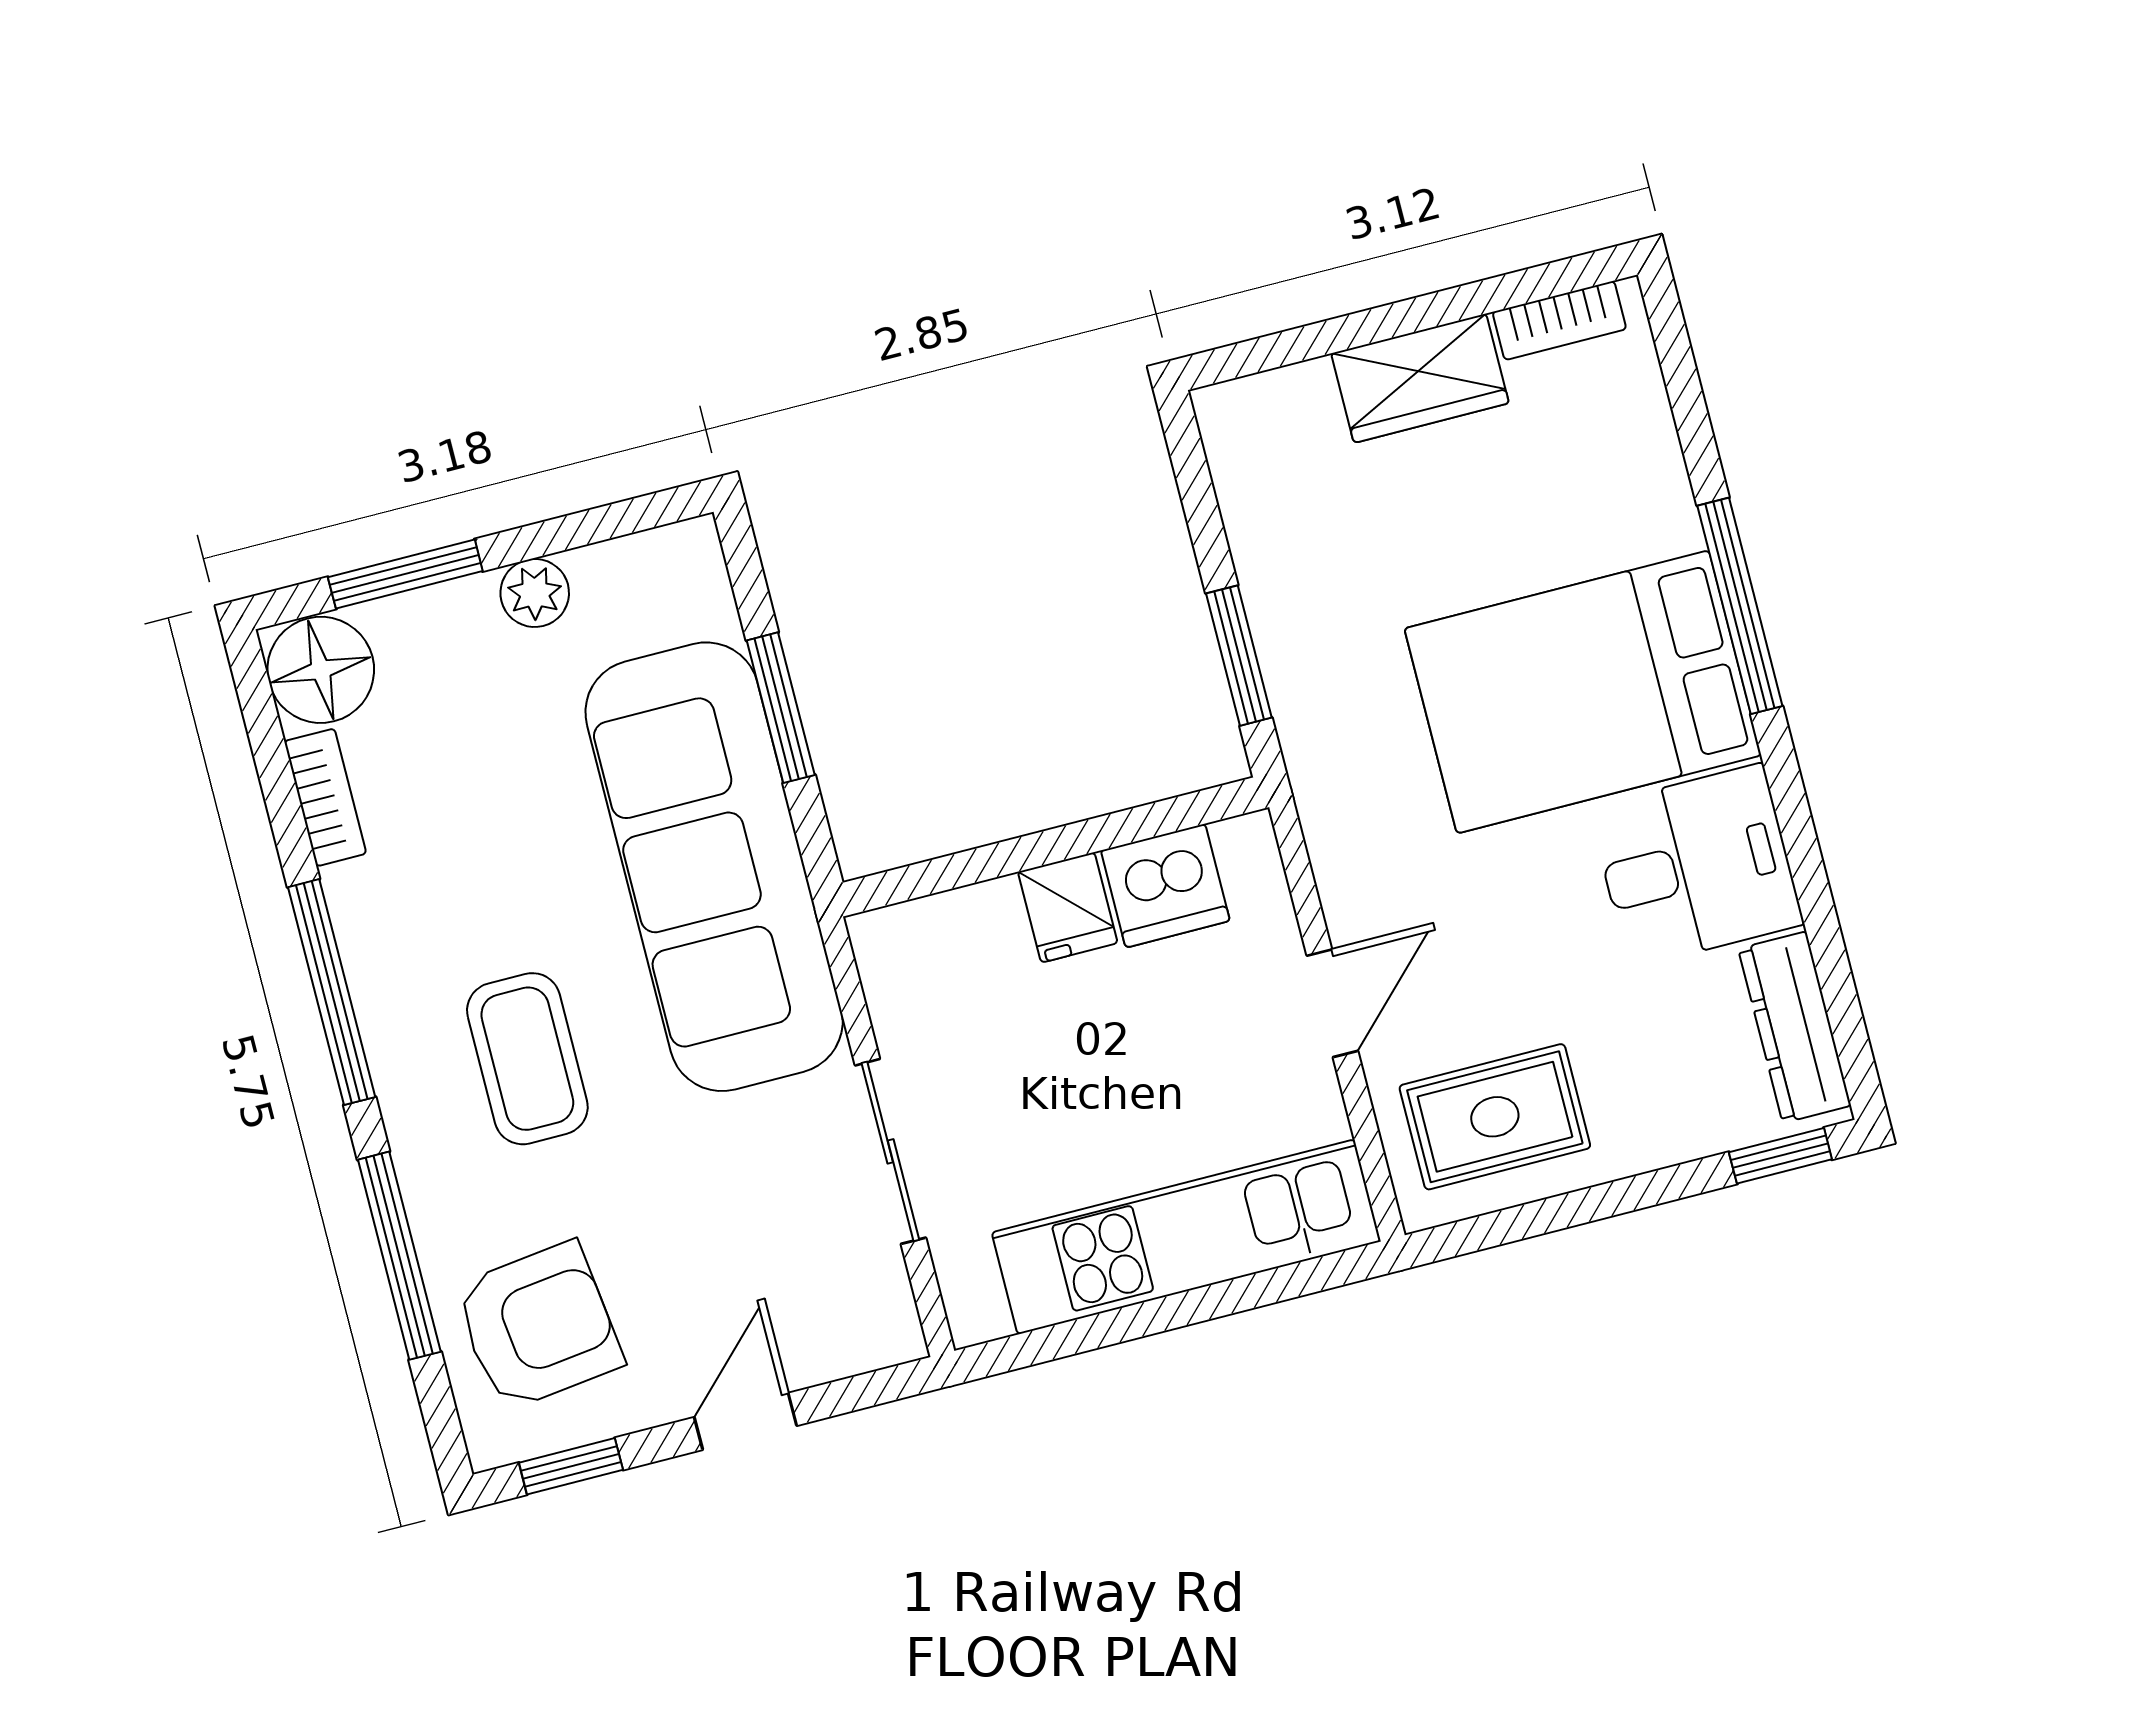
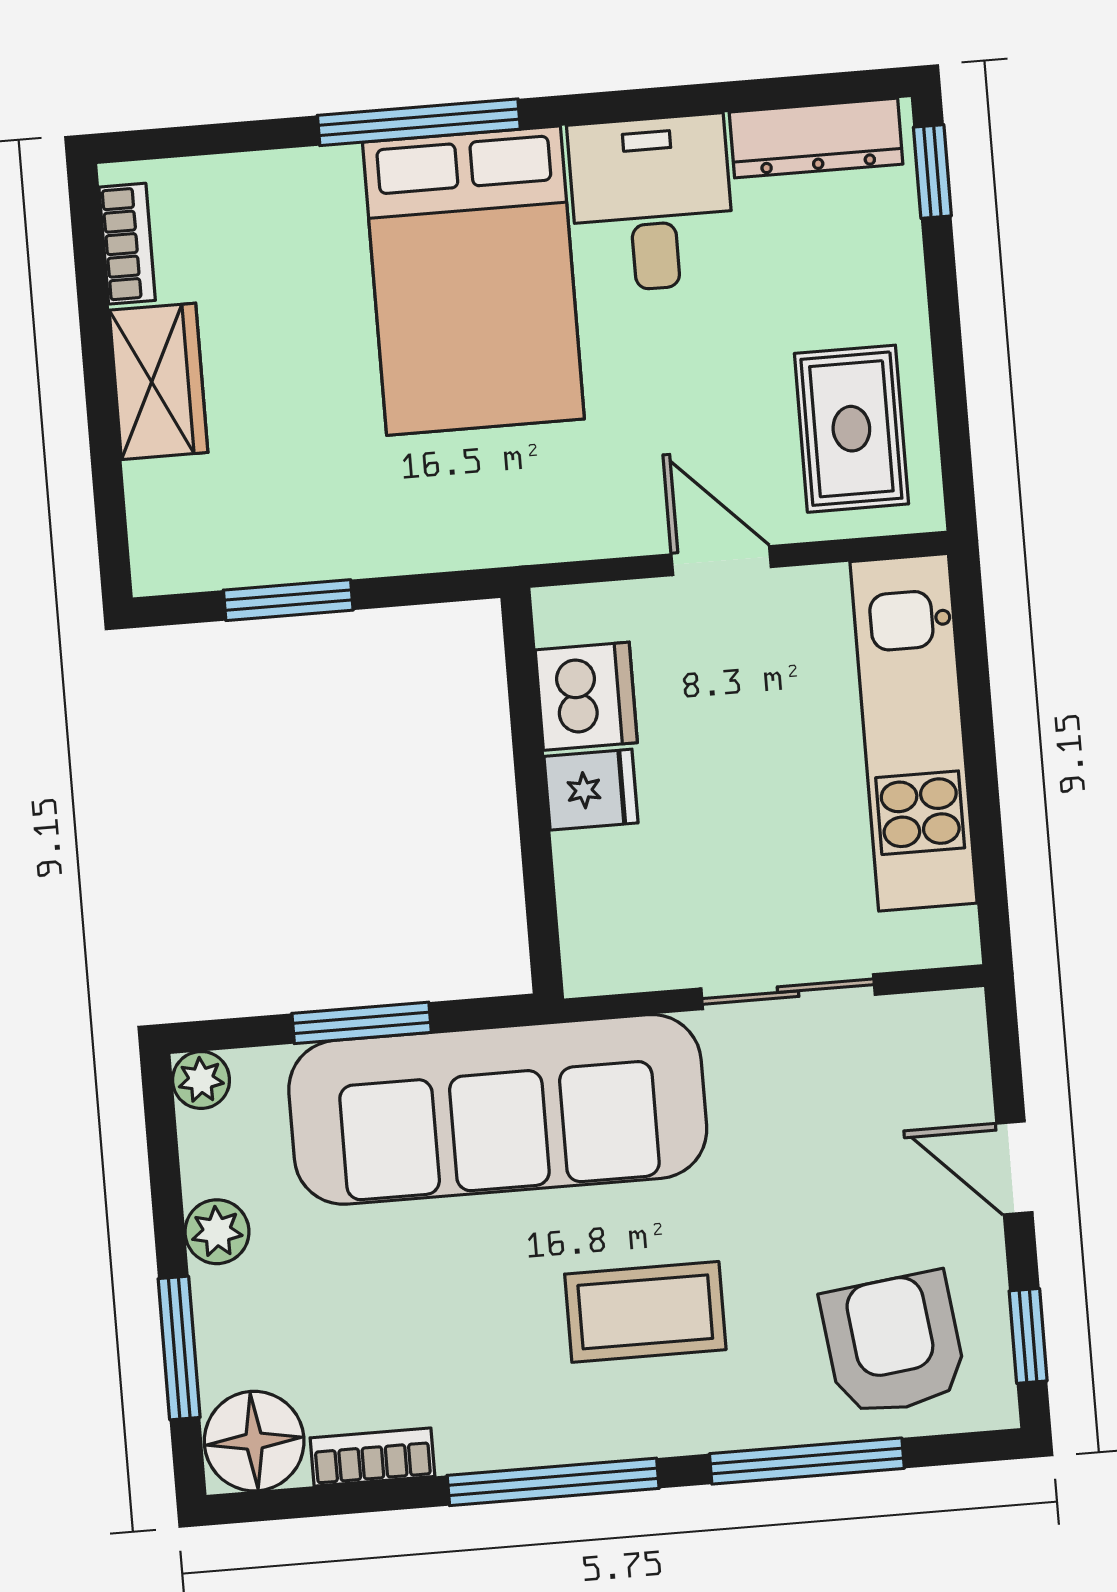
plant: (692, 549) -> (201, 1080), added
window: (1239, 656) -> (288, 600), moved

